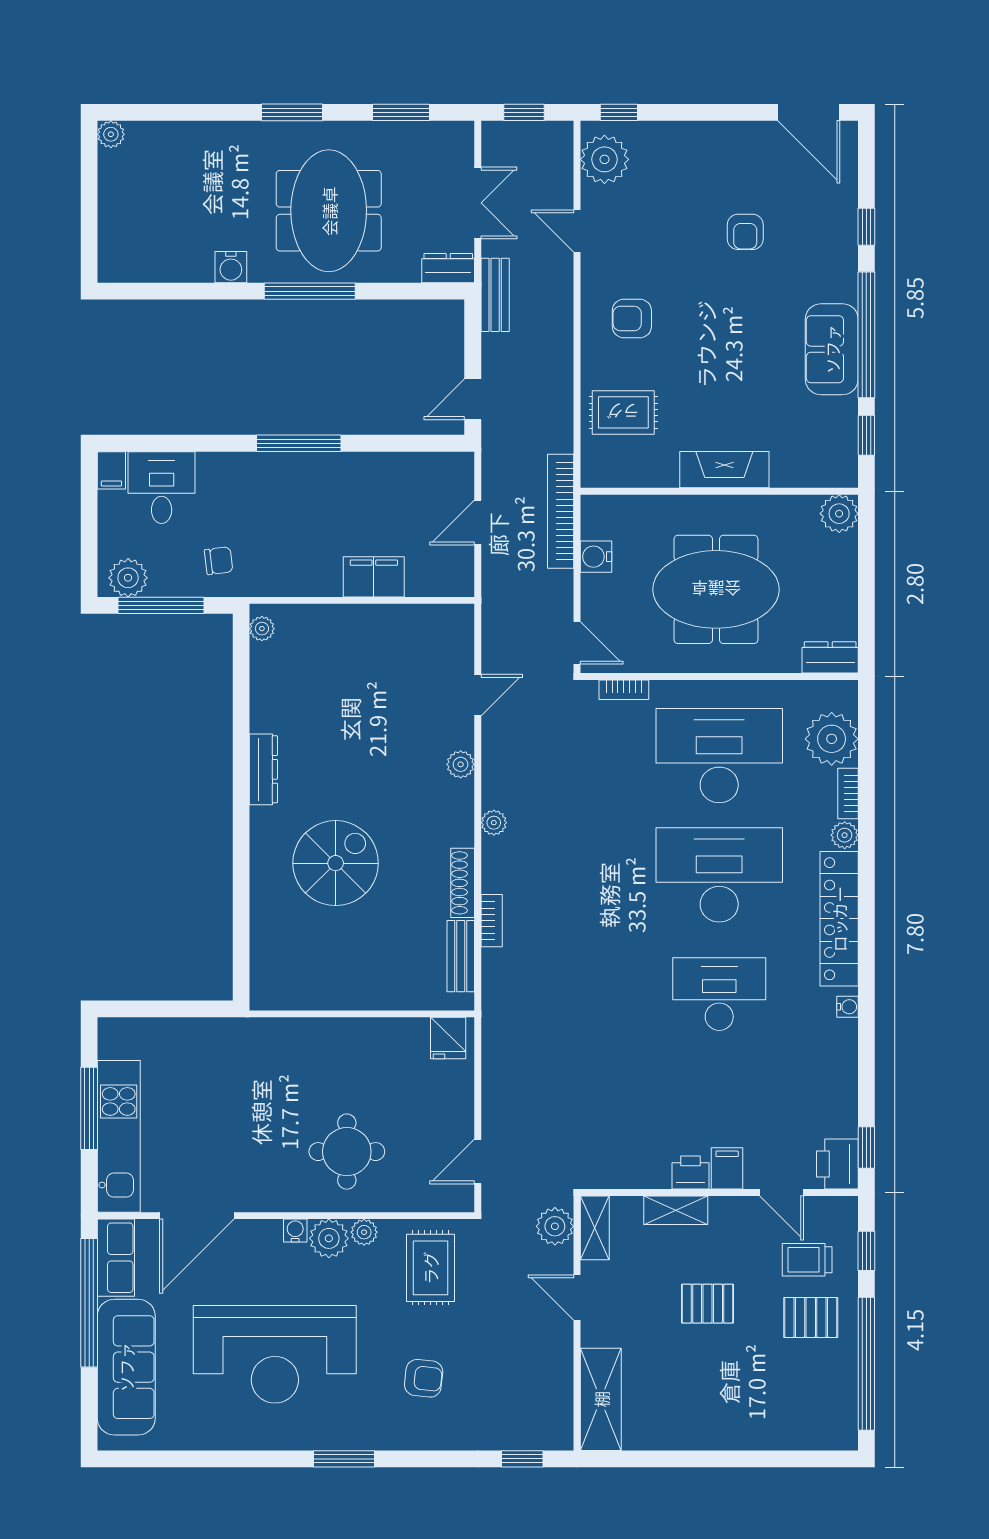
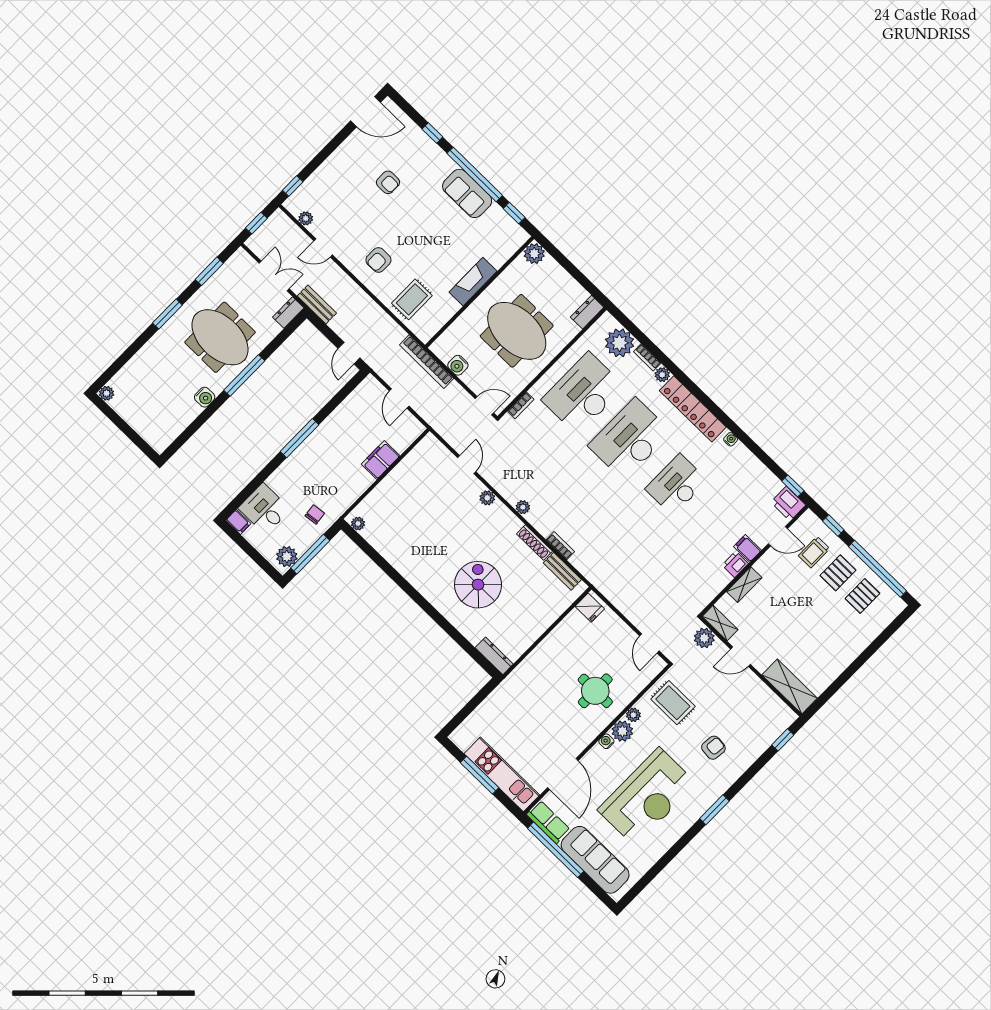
plant: (604, 159) -> (306, 218), width x0.53, depth x0.53
meeting table: (716, 589) -> (517, 331), turned 90
dresser: (263, 769) -> (494, 656), moved
pallet: (708, 1304) -> (862, 596), moved

